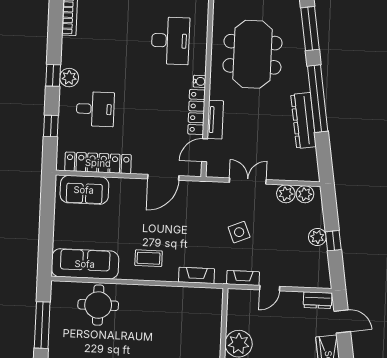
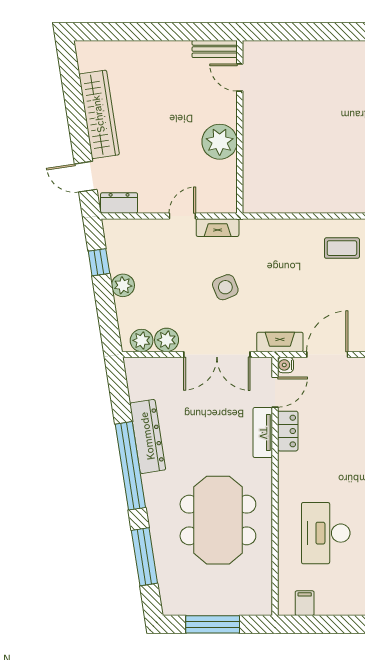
water cooler: (200, 81) -> (285, 365), moved
locker: (196, 112) -> (288, 431), width x0.66
double door: (248, 181) -> (217, 354), width x1.37
window: (333, 241) -> (99, 262), moved
fireplace: (197, 275) -> (280, 342), moved, turned 180

